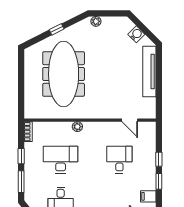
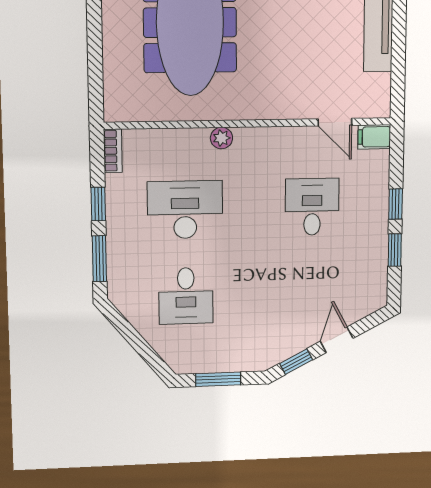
filing cabinet: (148, 196) -> (374, 137), moved

